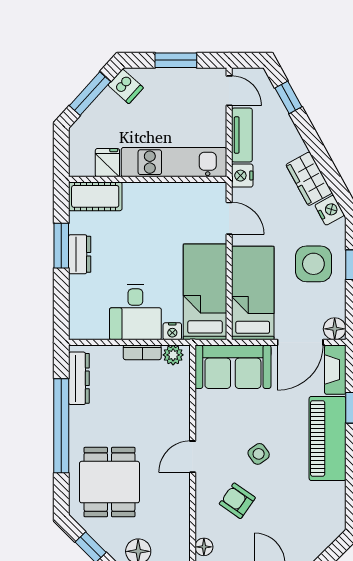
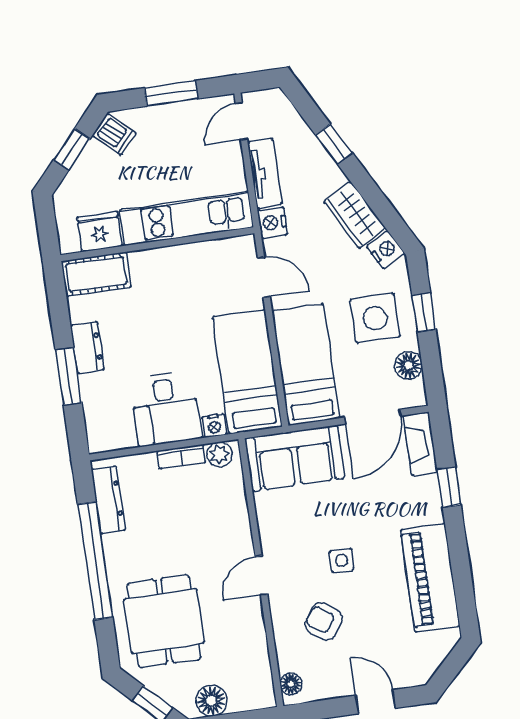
door: (229, 91) -> (241, 121), swing flipped
window: (90, 94) -> (72, 149), width x0.67
window: (288, 97) -> (334, 144), moved
fridge: (107, 163) -> (100, 232), width x1.38
window: (61, 246) -> (69, 376), moved
floor lamp: (335, 329) -> (408, 366), moved
piano: (328, 438) -> (430, 578), moved
side table: (259, 454) -> (342, 560), turned 37

